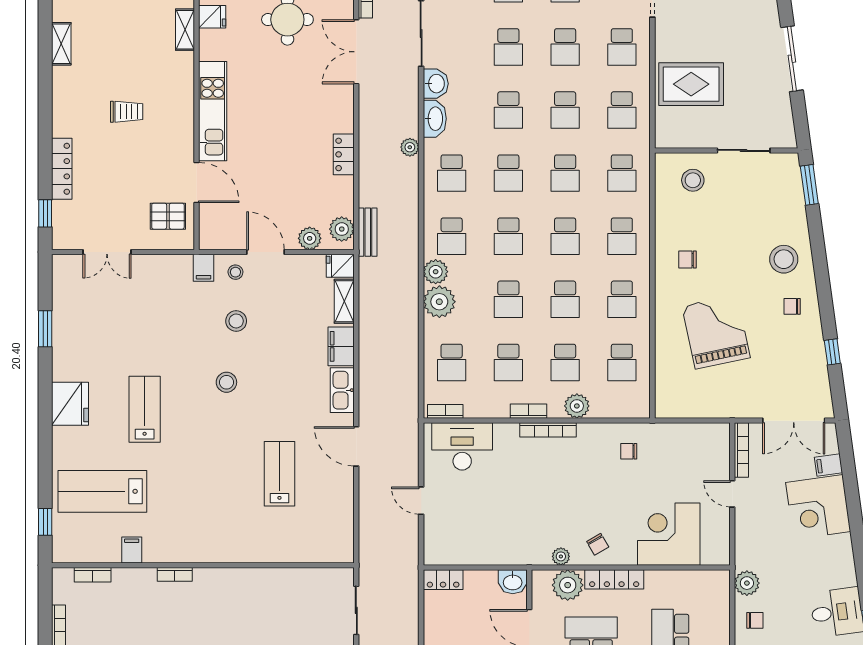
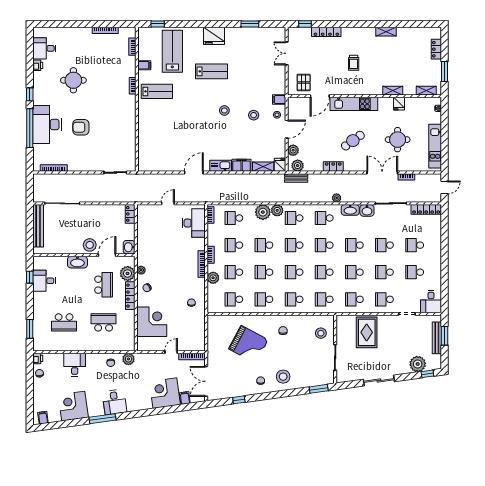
cafe table: (290, 113) -> (353, 141), added
grand piano: (716, 332) -> (248, 344), turned 40
lab bench: (279, 474) -> (157, 91), moved

